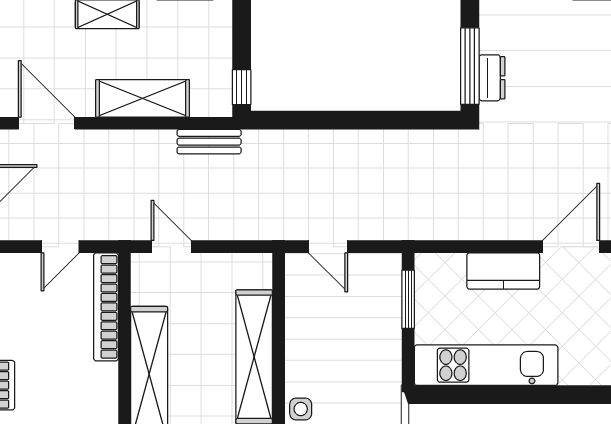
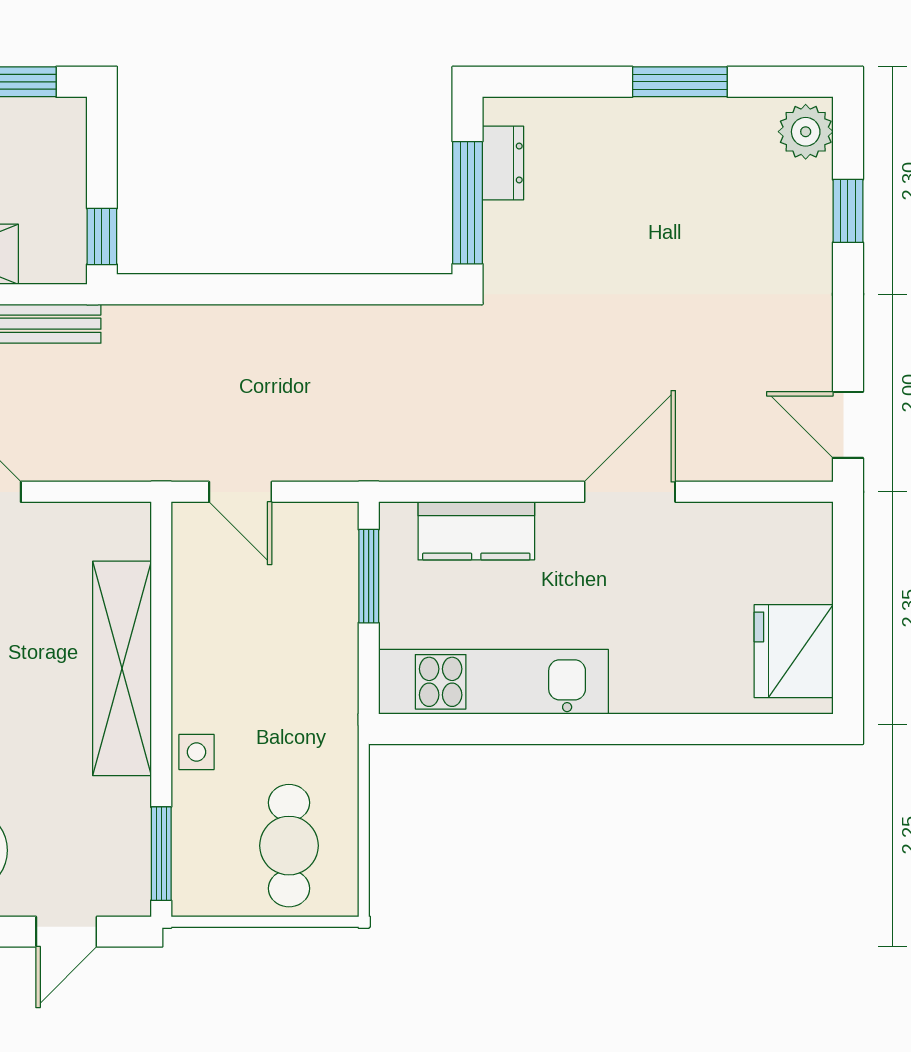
dresser: (492, 78) -> (503, 163), moved
kitchen counter: (503, 271) -> (476, 531), moved

